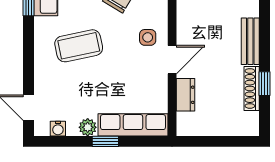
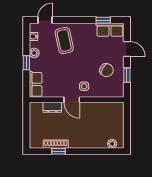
bench: (250, 41) -> (82, 143), removed
coffee table: (79, 46) -> (64, 40), moved
row of seats: (133, 125) -> (36, 84), width x0.68

